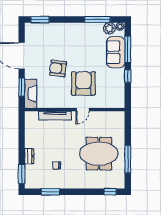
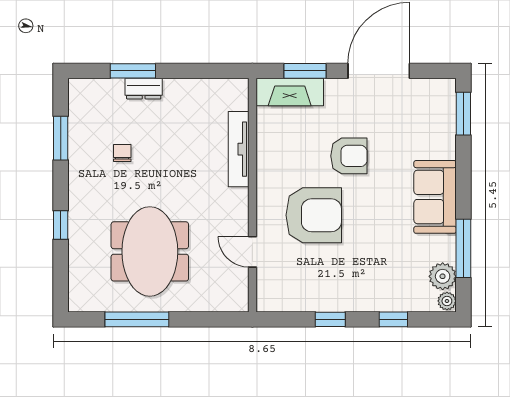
window: (128, 49) -> (393, 319), width x0.46
sofa: (116, 52) -> (435, 197), moved, turned -90
armchair: (58, 68) -> (349, 156), turned 83
door: (83, 110) -> (252, 252), moved
window: (22, 174) -> (133, 71), moved
window: (110, 192) -> (61, 225), moved

